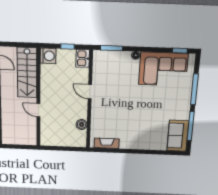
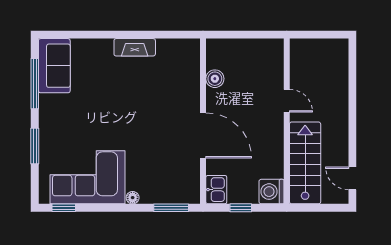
window: (194, 89) -> (35, 146), width x0.69
door: (90, 92) -> (203, 135), width x1.87
fireplace: (107, 143) -> (135, 47), moved

